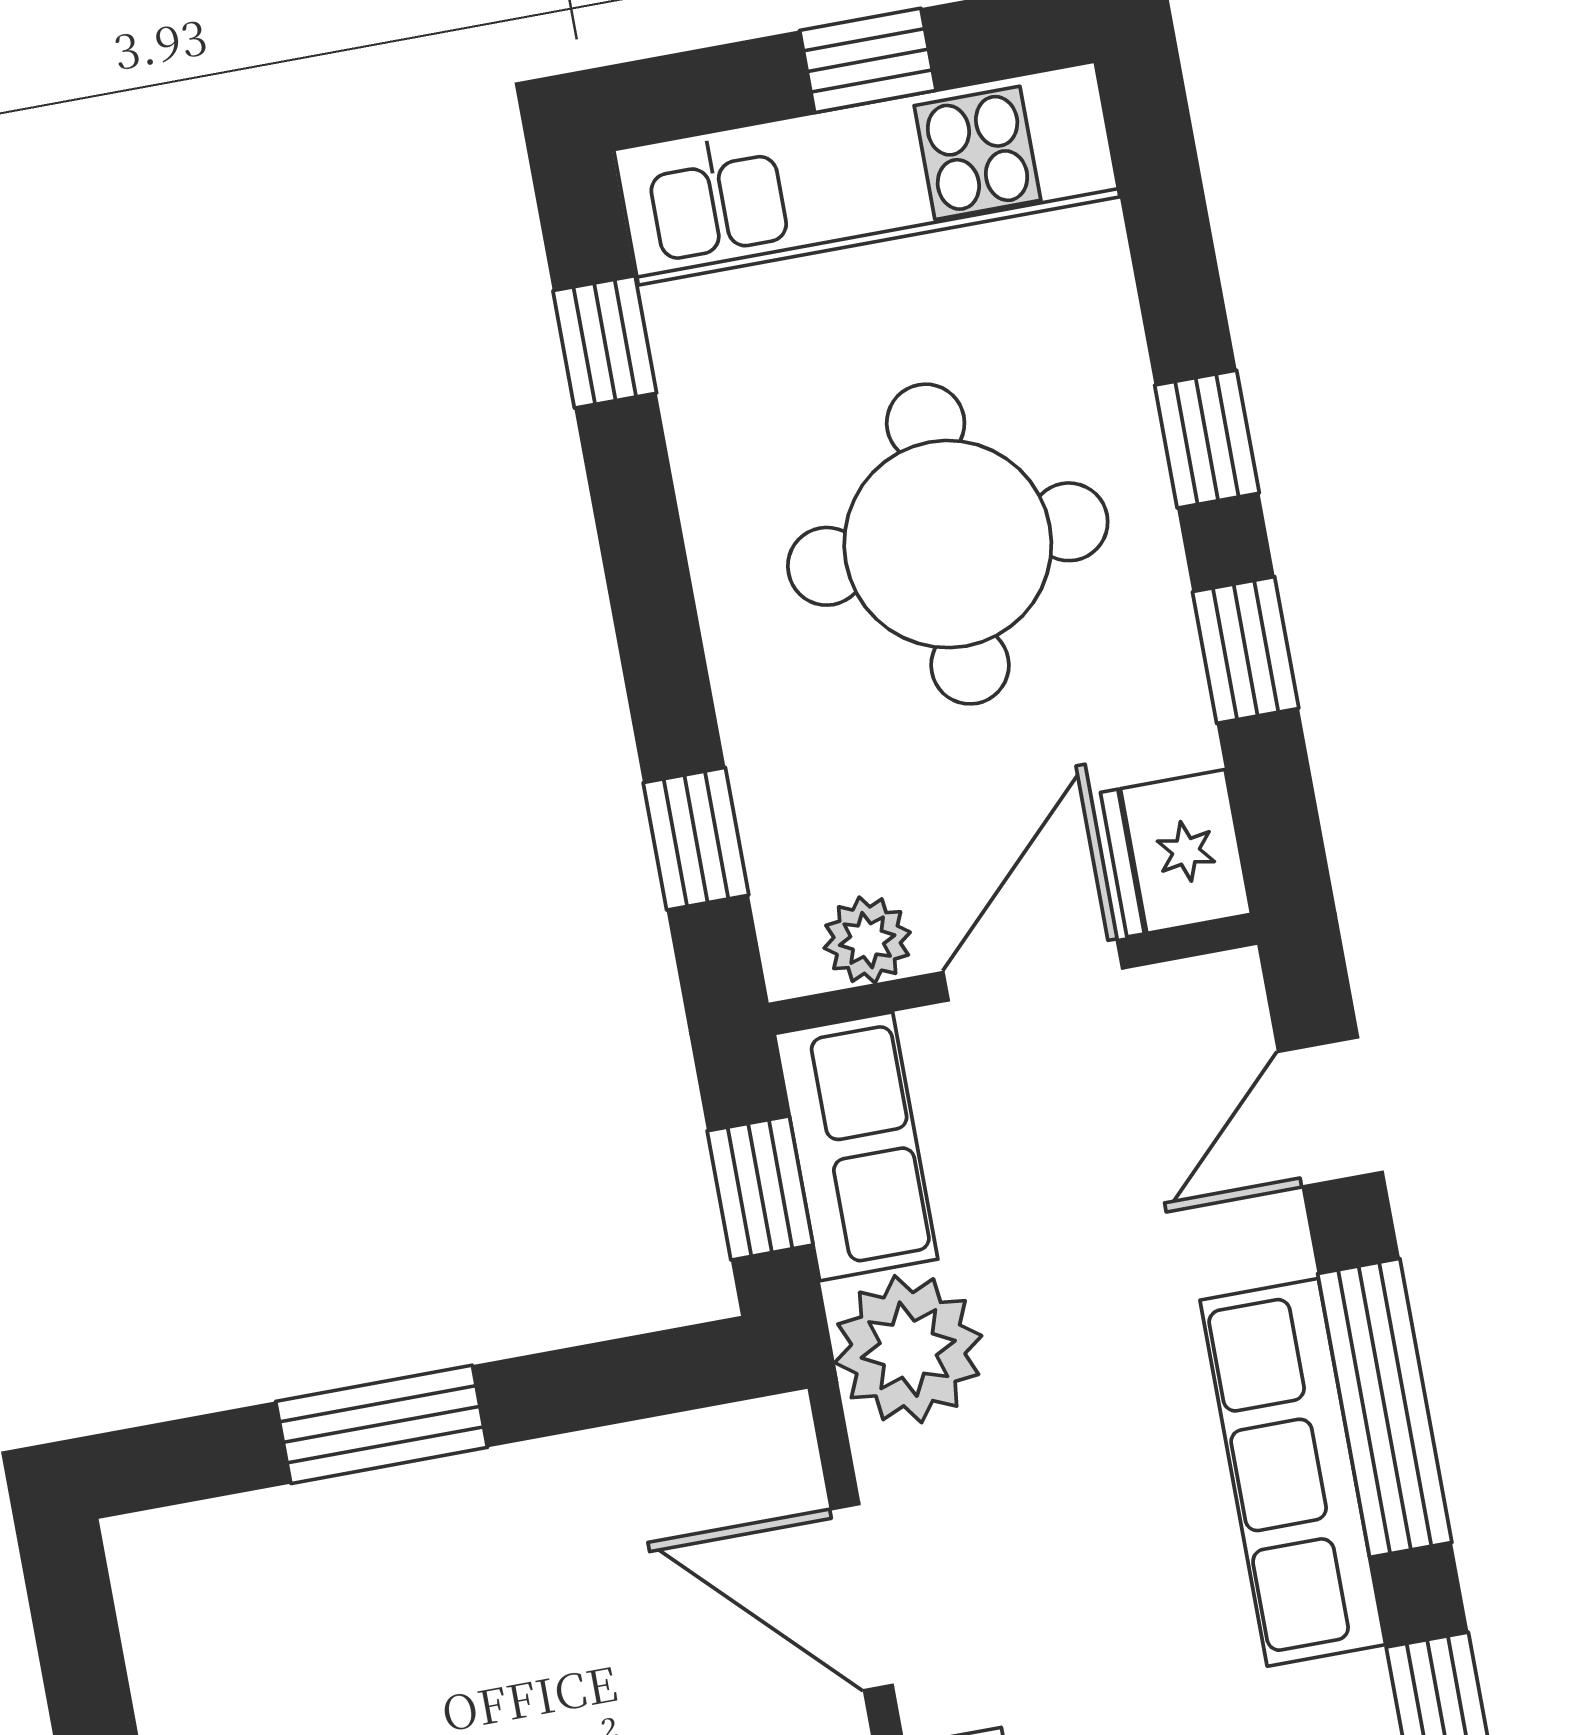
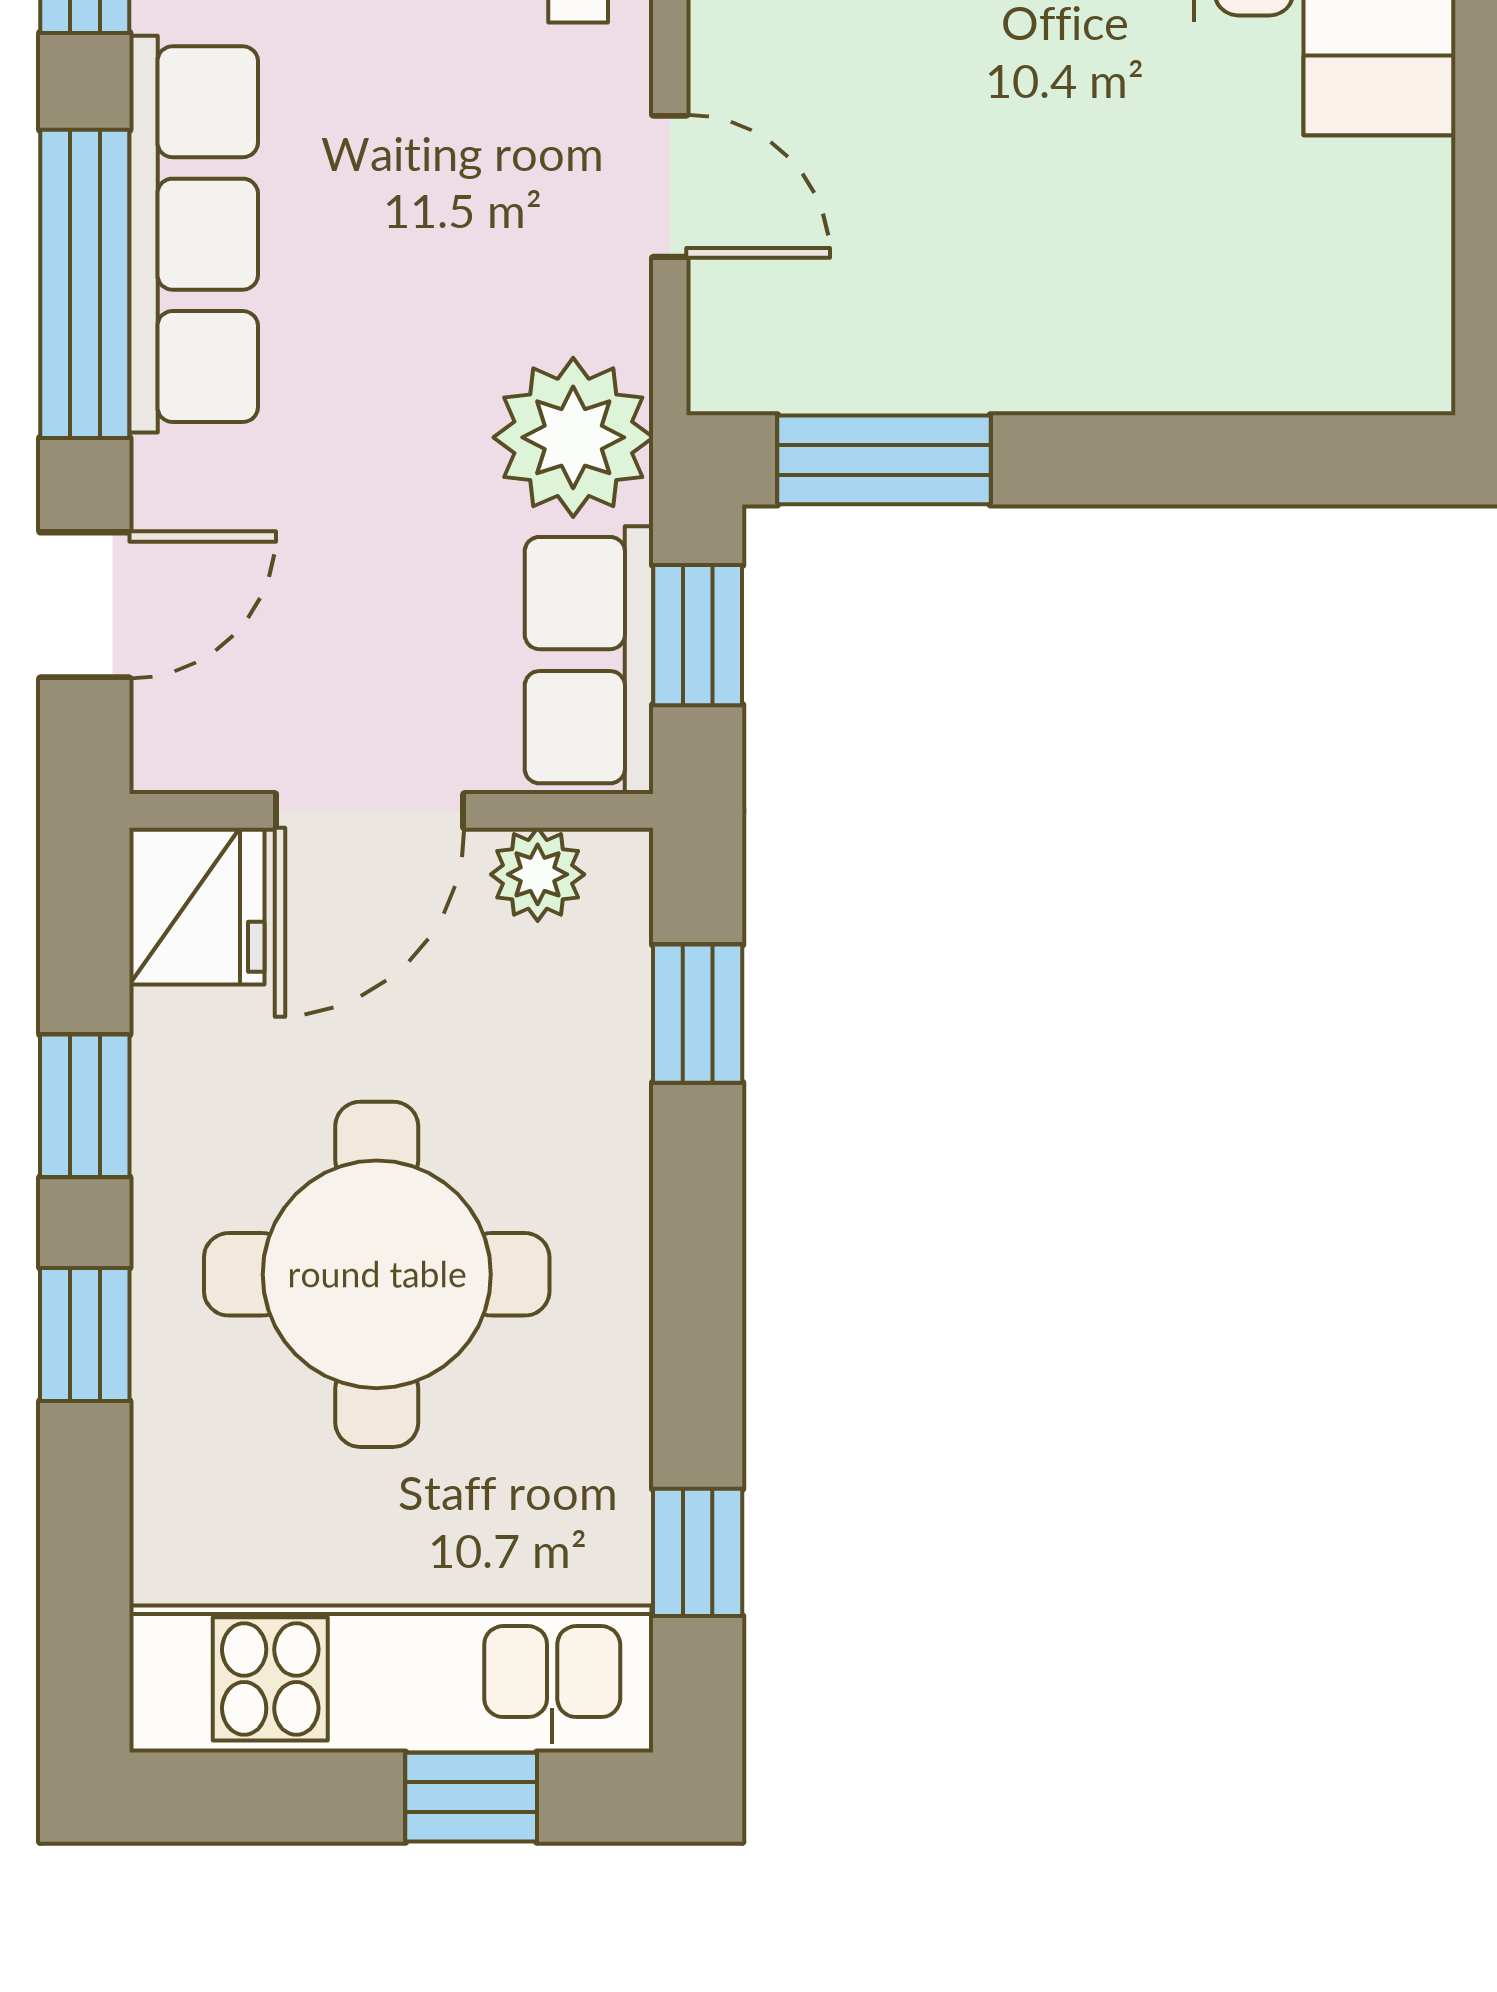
window: (868, 60) -> (471, 1797), moved
window: (382, 1424) -> (884, 460), moved
door: (862, 1597) -> (670, 186), width x0.73

